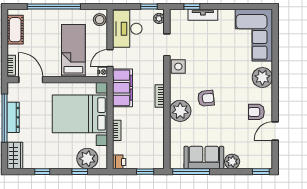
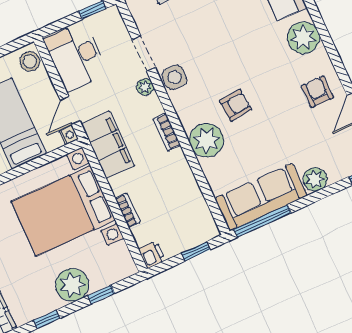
plant: (159, 18) -> (145, 87), moved
armchair: (256, 112) -> (317, 92), turned 90
sofa: (204, 158) -> (261, 197), width x1.36
plant: (87, 159) -> (72, 285), moved

